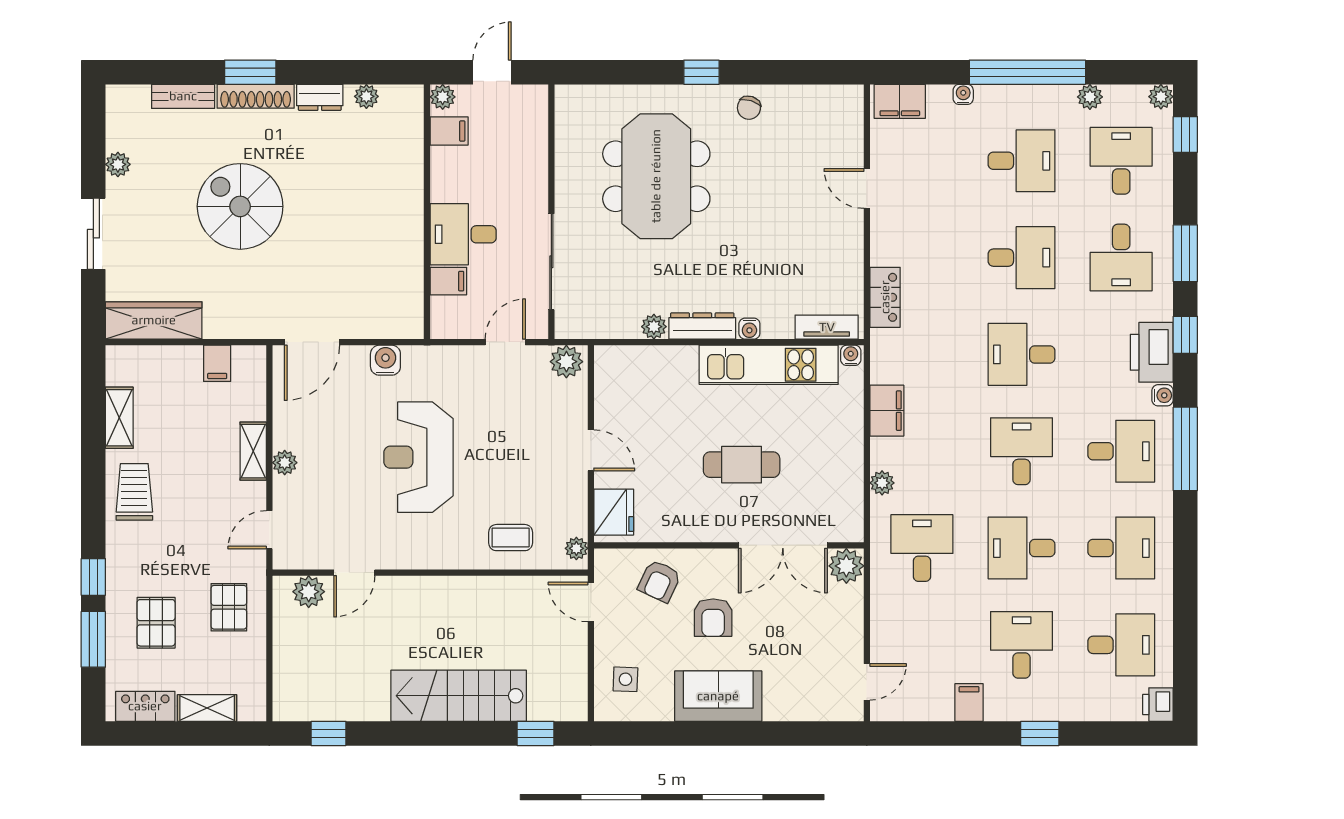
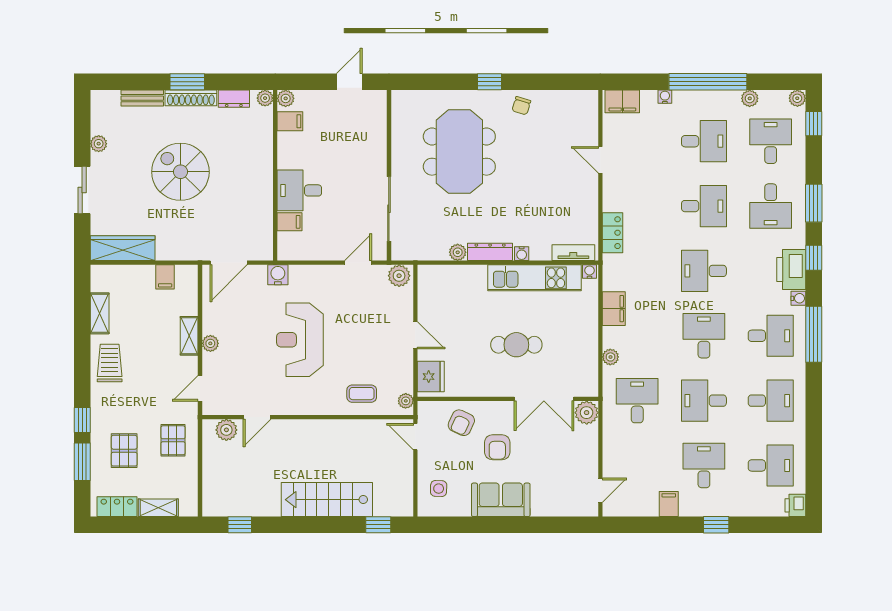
plant: (443, 97) -> (286, 98), moved
filing cabinet: (449, 131) -> (290, 121), moved
wall: (427, 212) -> (275, 175), moved
desk: (463, 234) -> (299, 190), moved
filing cabinet: (448, 281) -> (289, 222), moved

